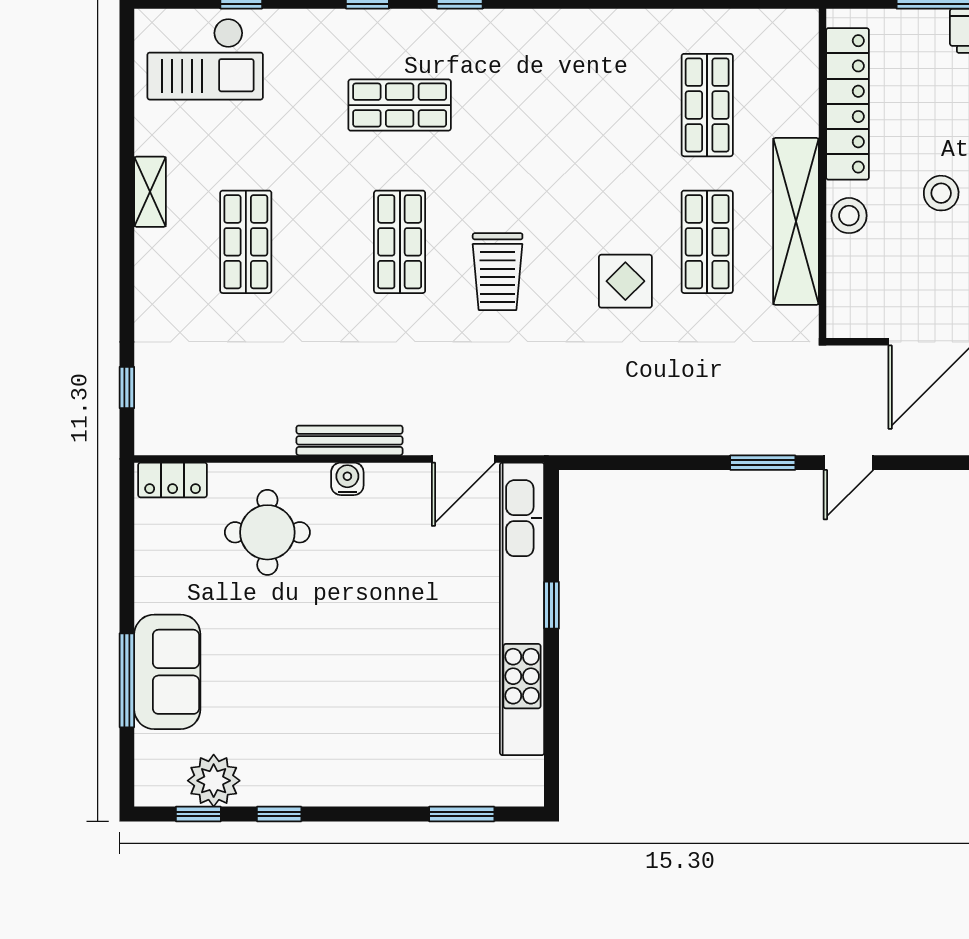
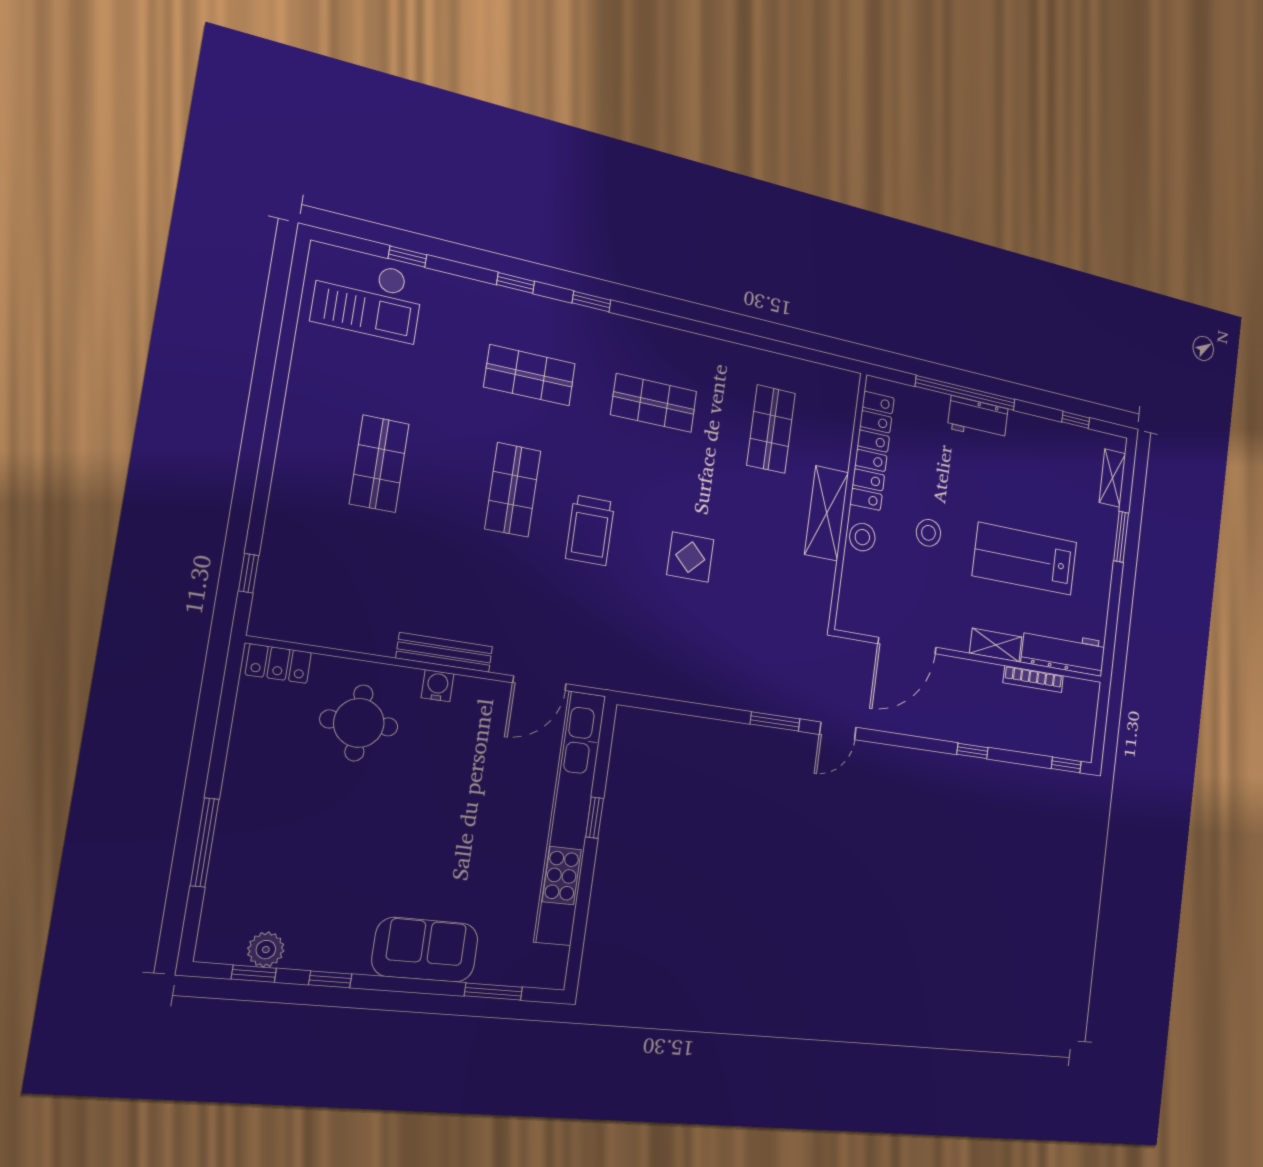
shelving: (150, 192) -> (299, 402), removed
shelving: (796, 221) -> (827, 513), width x0.68
shop shelf: (707, 242) -> (654, 403), moved, turned 90
sofa: (167, 672) -> (425, 950), moved, turned -90
plant: (214, 781) -> (266, 950), width x0.73, depth x0.73

